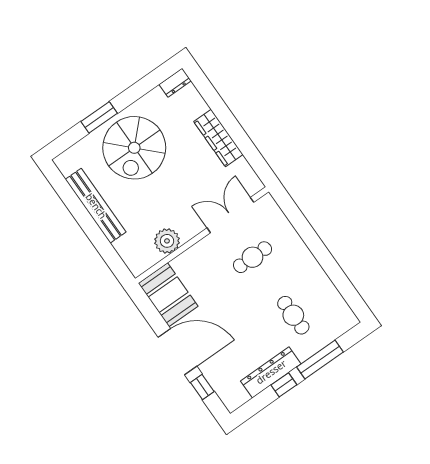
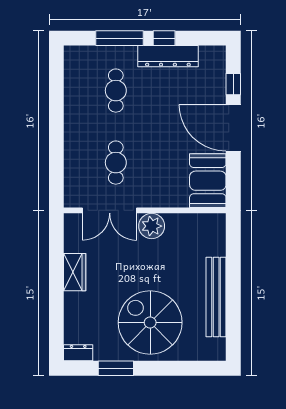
window: (99, 117) -> (116, 368), moved
wardrobe: (218, 138) -> (75, 272), width x0.67
spiral stairs: (134, 148) -> (150, 322), turned -90
plant: (167, 241) -> (152, 226), moved
cafe table: (253, 257) -> (116, 163), turned 90

